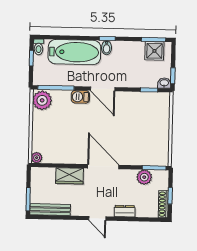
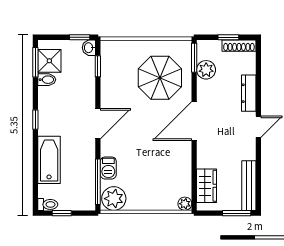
bidet: (107, 48) -> (47, 80), moved
bathtub: (74, 52) -> (49, 160), width x0.73, depth x0.73
barbecue: (80, 97) -> (108, 168), moved
parasol: (139, 140) -> (160, 78), added
wardrobe: (69, 176) -> (207, 186), moved
dresser: (125, 211) -> (249, 93), width x1.44

